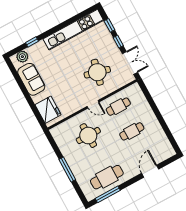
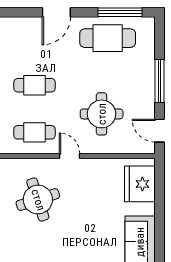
round table: (97, 72) -> (38, 200), turned -32
door: (53, 143) -> (160, 131), added
door: (150, 171) -> (56, 12), moved

